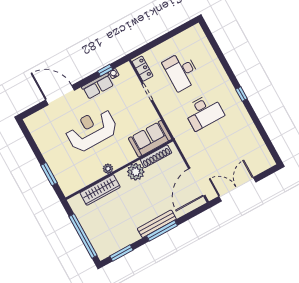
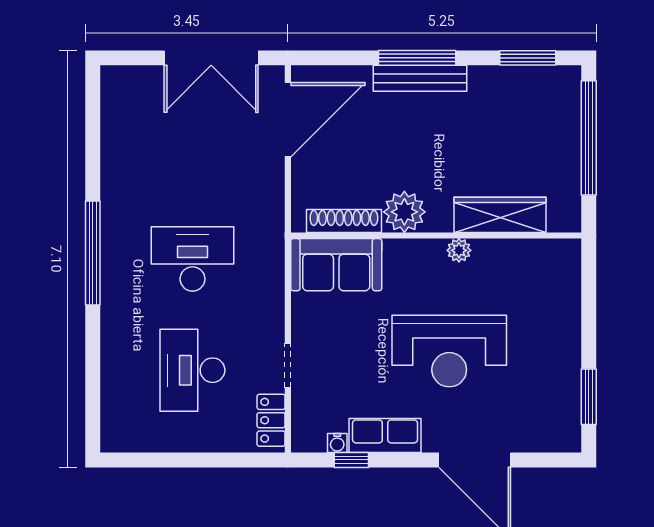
desk: (181, 71) -> (193, 370), turned 180
window: (241, 94) -> (93, 253), width x3.17
window: (49, 174) -> (589, 397), moved

